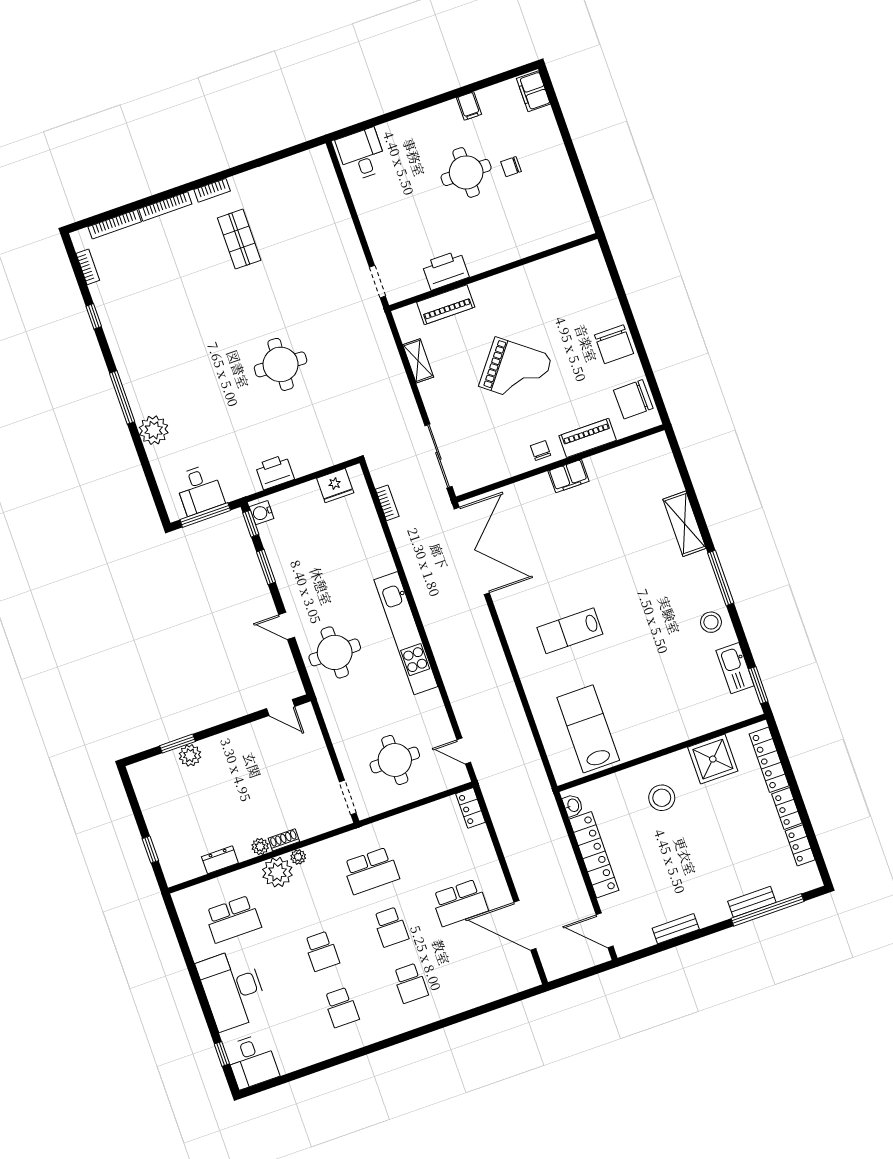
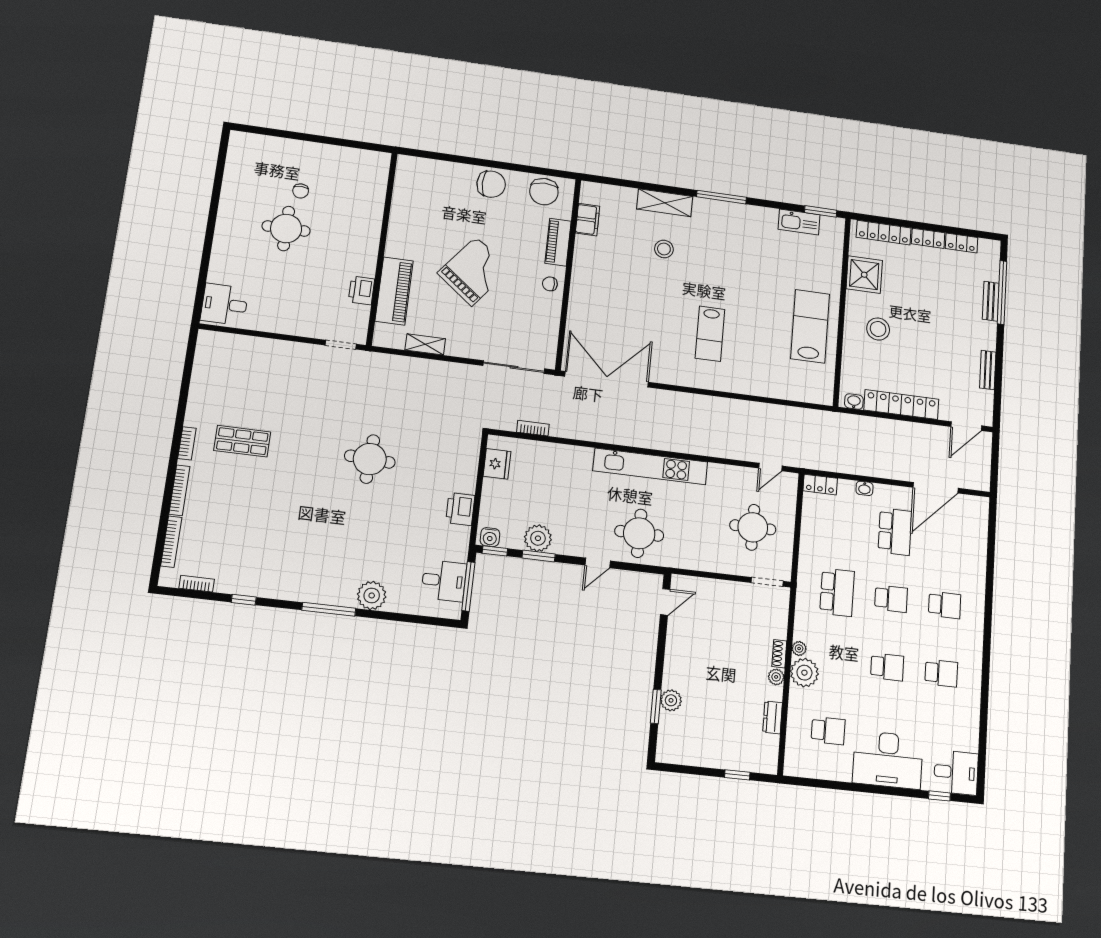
filing cabinet: (533, 91) -> (247, 143), removed
filing cabinet: (469, 106) -> (231, 199), removed
printer: (445, 270) -> (361, 290), width x0.73, depth x0.84
piano: (446, 305) -> (394, 291), width x1.37, depth x1.33
filing cabinet: (569, 476) -> (588, 220), moved
plant: (283, 558) -> (538, 538), added
stool: (711, 622) -> (664, 249), moved
lab bench: (588, 729) -> (810, 326), moved, turned 90
washbasin: (489, 854) -> (864, 488), added
school desk: (233, 919) -> (828, 731), width x0.54

